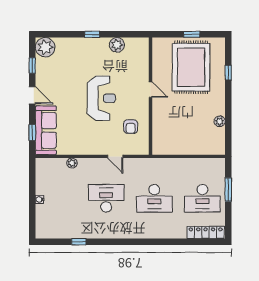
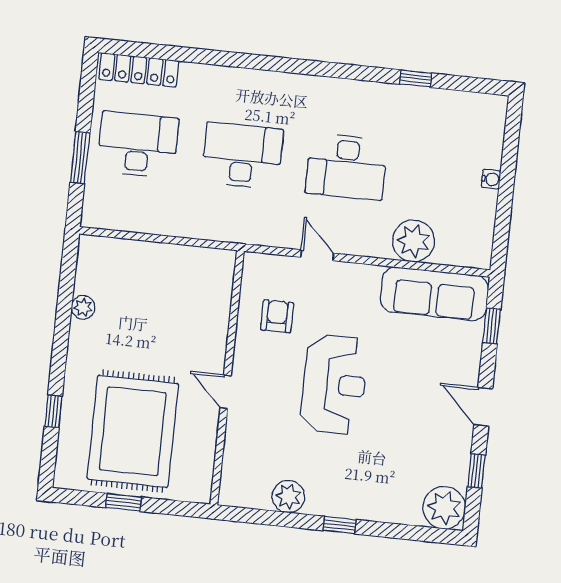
reception desk: (101, 98) -> (334, 384), turned 180
sofa: (46, 130) -> (434, 294), moved, turned -90
plant: (72, 163) -> (414, 241), width x1.88, depth x1.88

